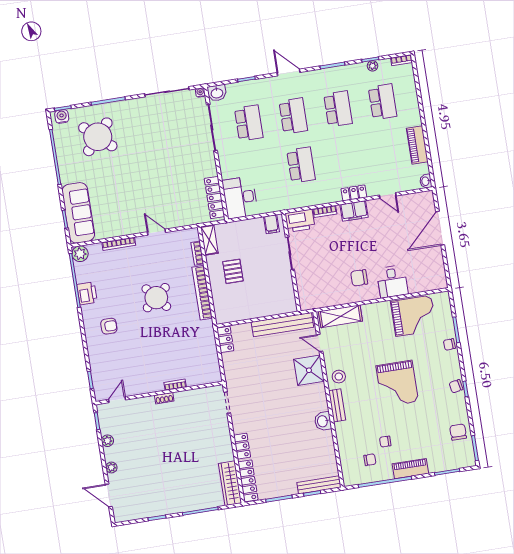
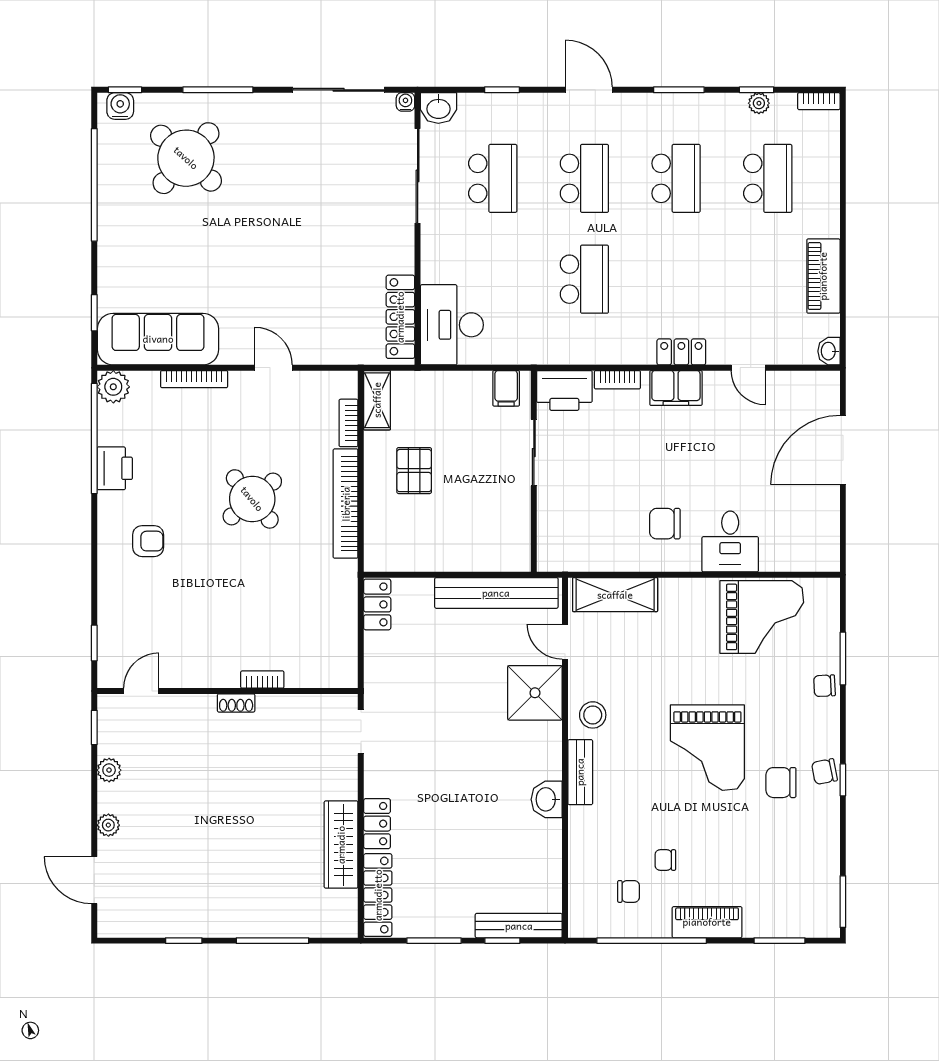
sofa: (78, 213) -> (158, 339), moved, turned -90
chair: (458, 432) -> (781, 783), moved, turned -90
wardrobe: (230, 483) -> (341, 845), moved

